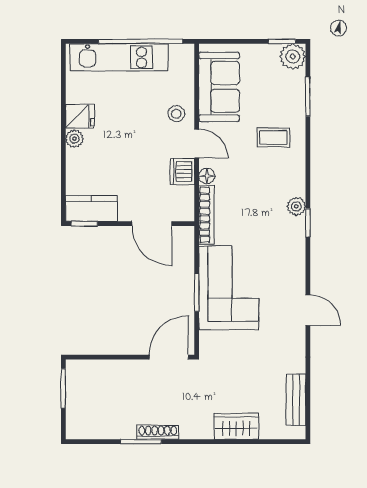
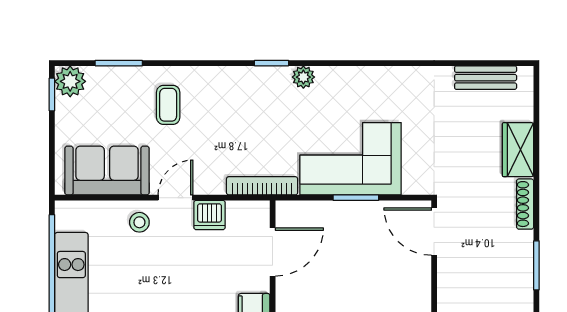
floor lamp: (207, 176) -> (215, 185), removed
plant: (296, 206) -> (303, 77), moved
door: (308, 310) -> (377, 63), removed
shoe rack: (158, 432) -> (525, 204), moved

